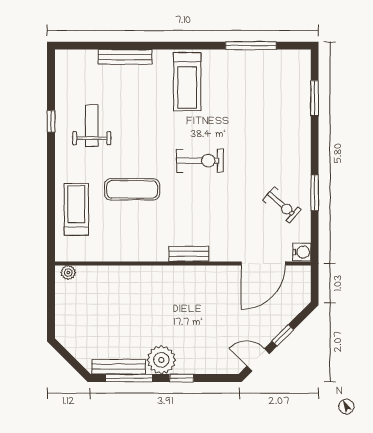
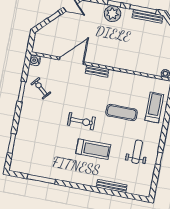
treadmill: (187, 82) -> (93, 149), moved, turned 90
weight bench: (92, 126) -> (137, 152), turned 180
exercise bike: (200, 161) -> (81, 121), turned 180
treadmill: (76, 209) -> (154, 107), turned 180
door: (263, 263) -> (72, 61), moved
plant: (161, 360) -> (112, 14), moved

